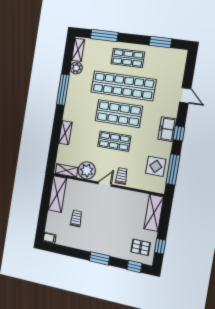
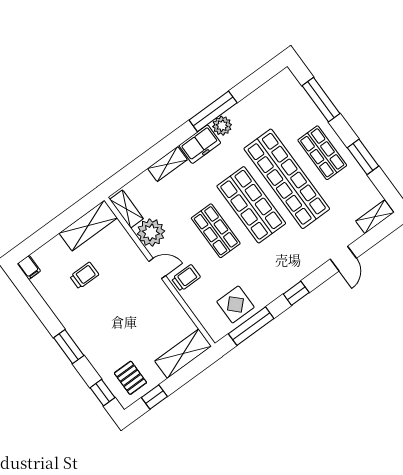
window: (160, 42) -> (363, 157), moved
shelving: (78, 50) -> (375, 217), moved
plant: (76, 68) -> (222, 126), moved
freezer: (167, 129) -> (200, 144), moved, turned 180

